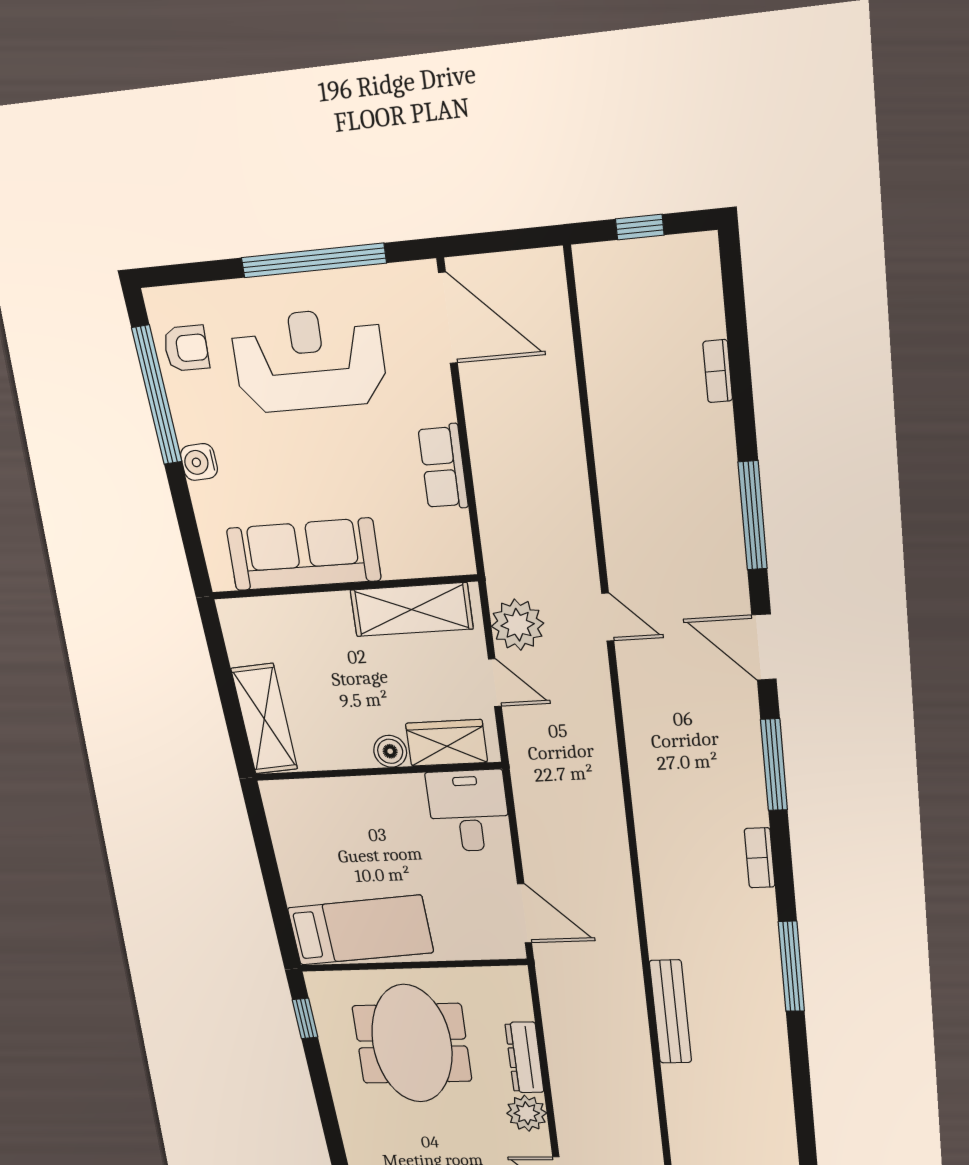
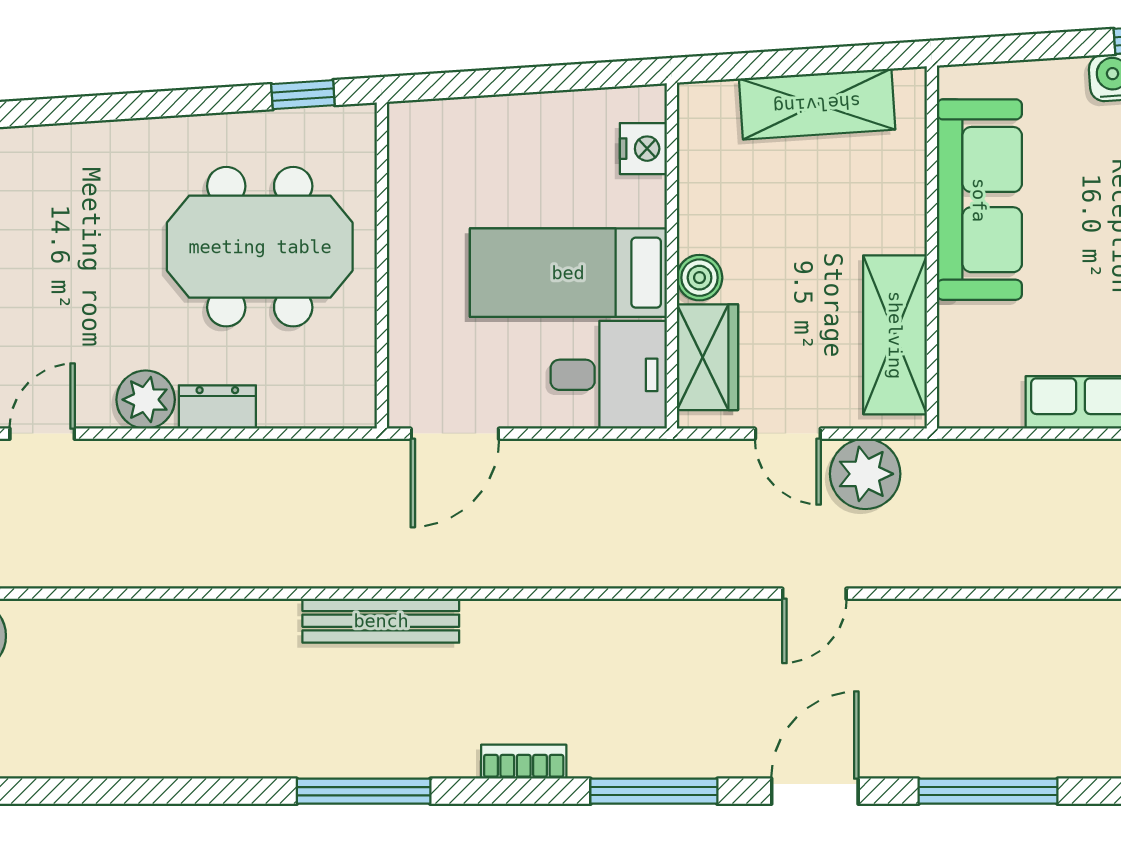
door: (608, 617) -> (814, 594), moved
door: (495, 683) -> (788, 434), hinge flipped
shelving: (264, 719) -> (817, 104), moved
nightstand: (305, 794) -> (643, 149), added
bed: (360, 930) -> (568, 273), moved, turned 94
bench: (671, 1012) -> (381, 621), moved
dresser: (524, 1057) -> (217, 407), width x0.70

